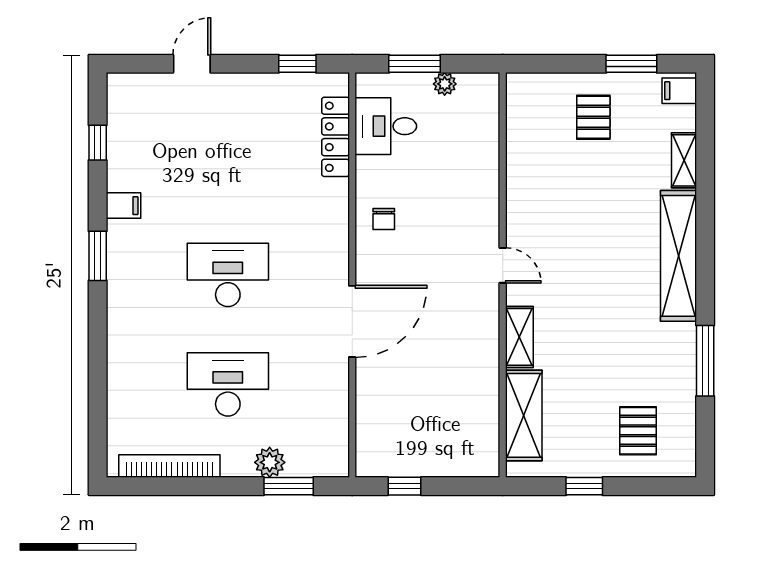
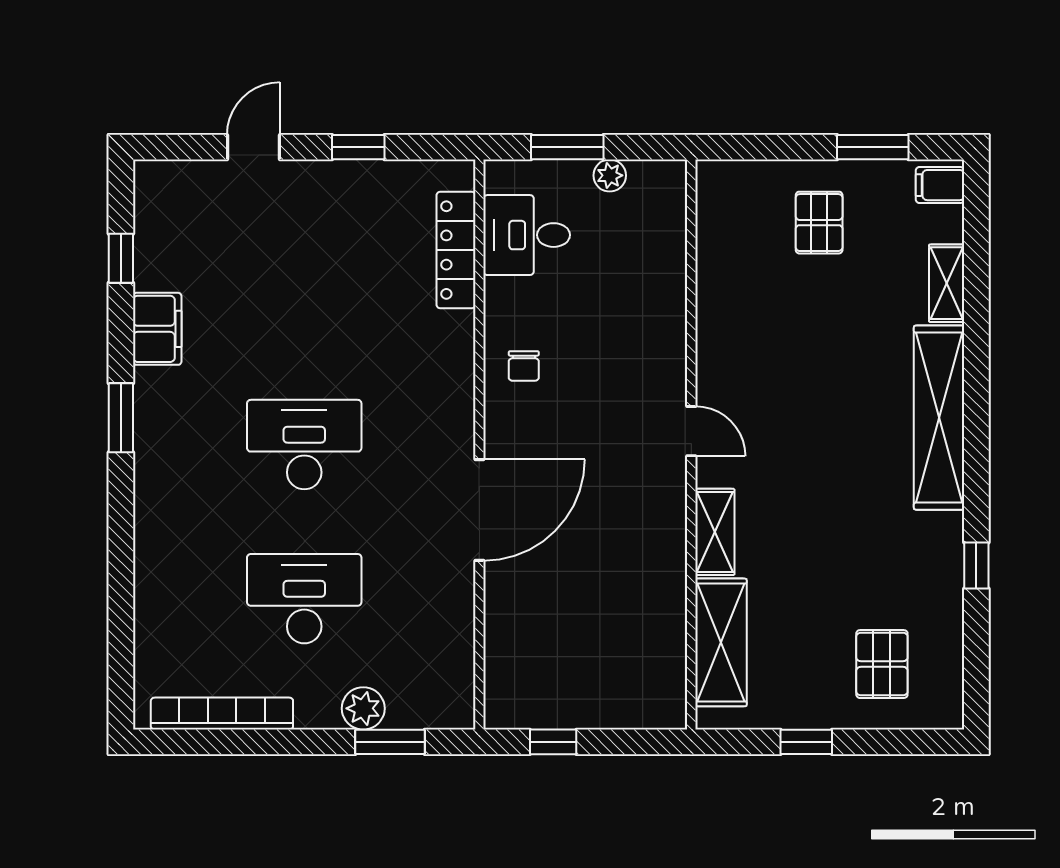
window: (297, 64) -> (358, 147), moved
filing cabinet: (123, 206) -> (157, 329), width x2.00
window: (705, 361) -> (976, 565), width x0.46

